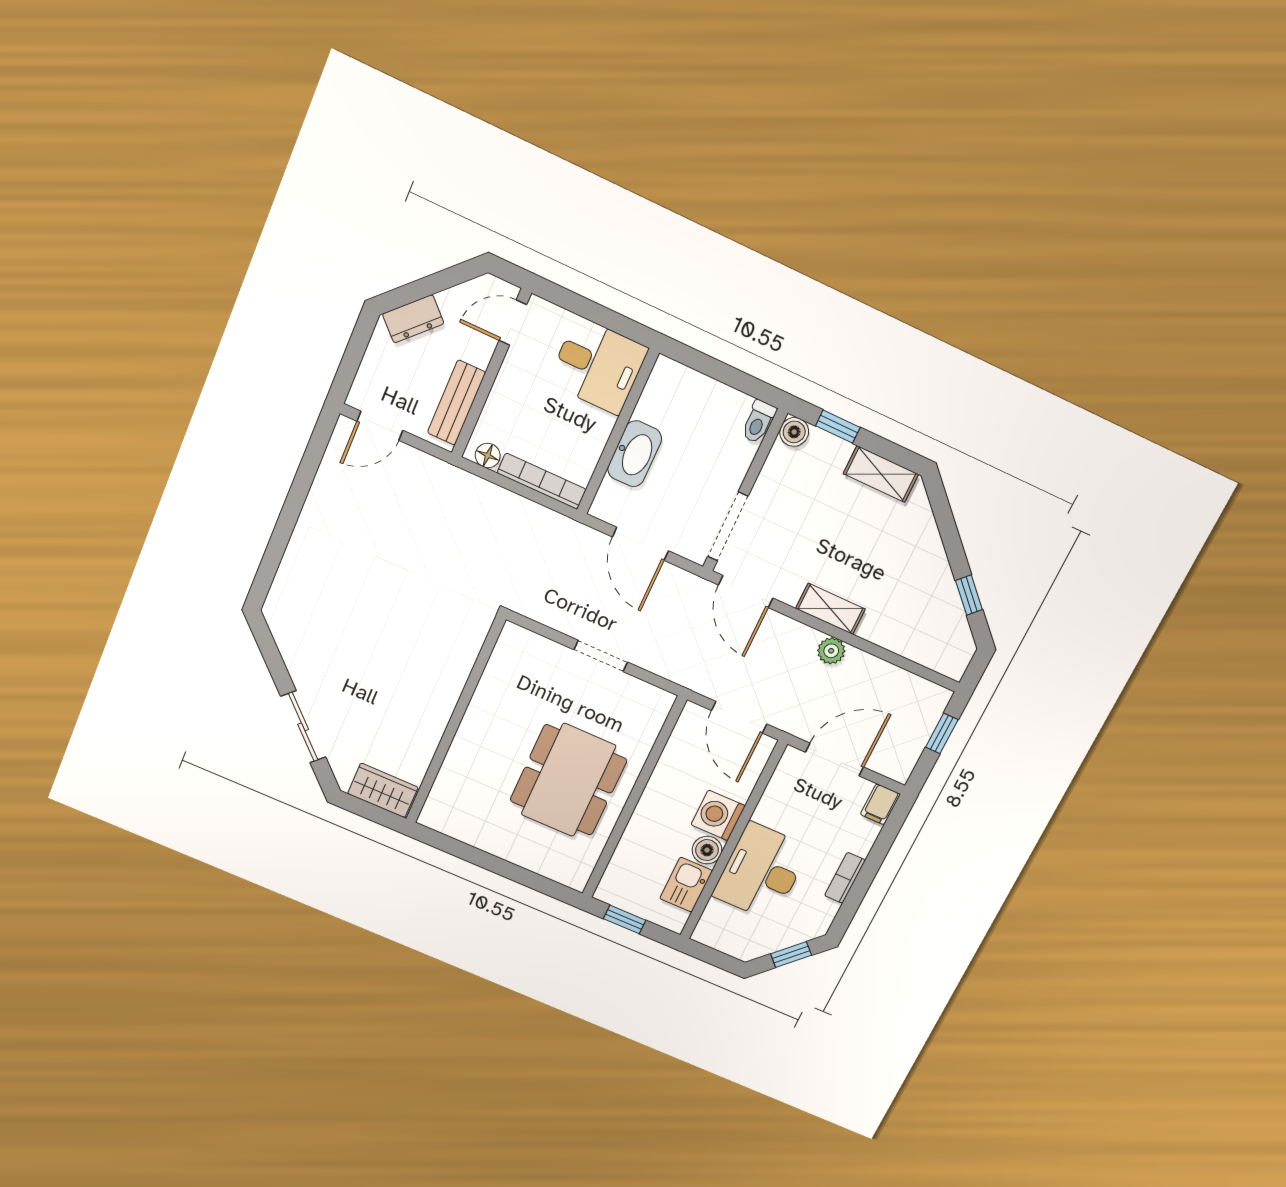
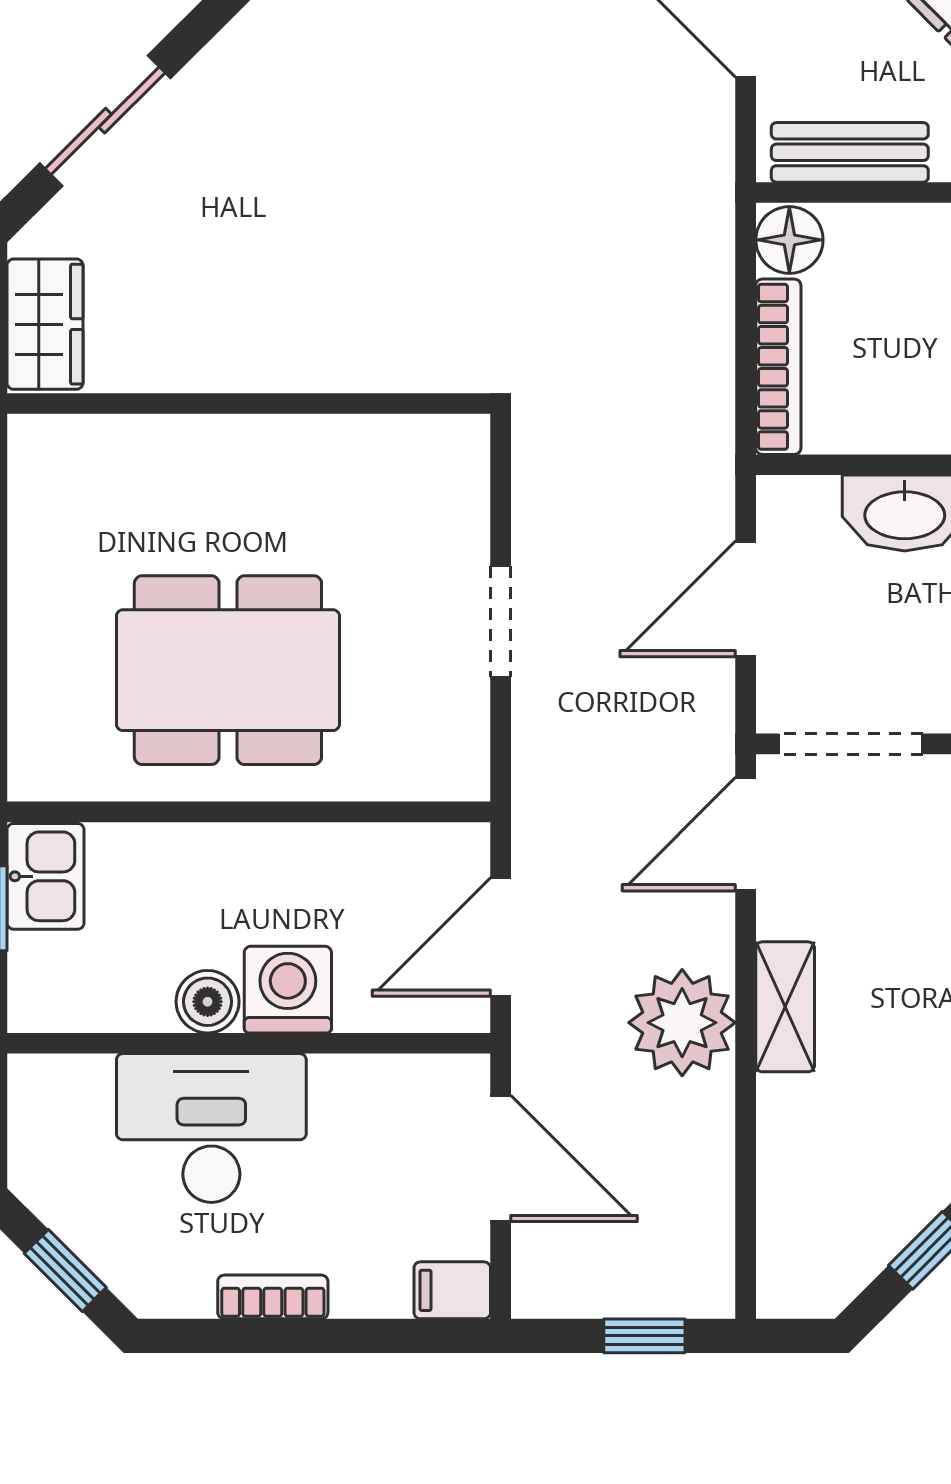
floor lamp: (488, 456) -> (789, 240), width x1.37, depth x1.37
plant: (831, 651) -> (682, 1023), width x1.87, depth x1.87
kitchen sink: (686, 885) -> (46, 876), moved, turned 90

